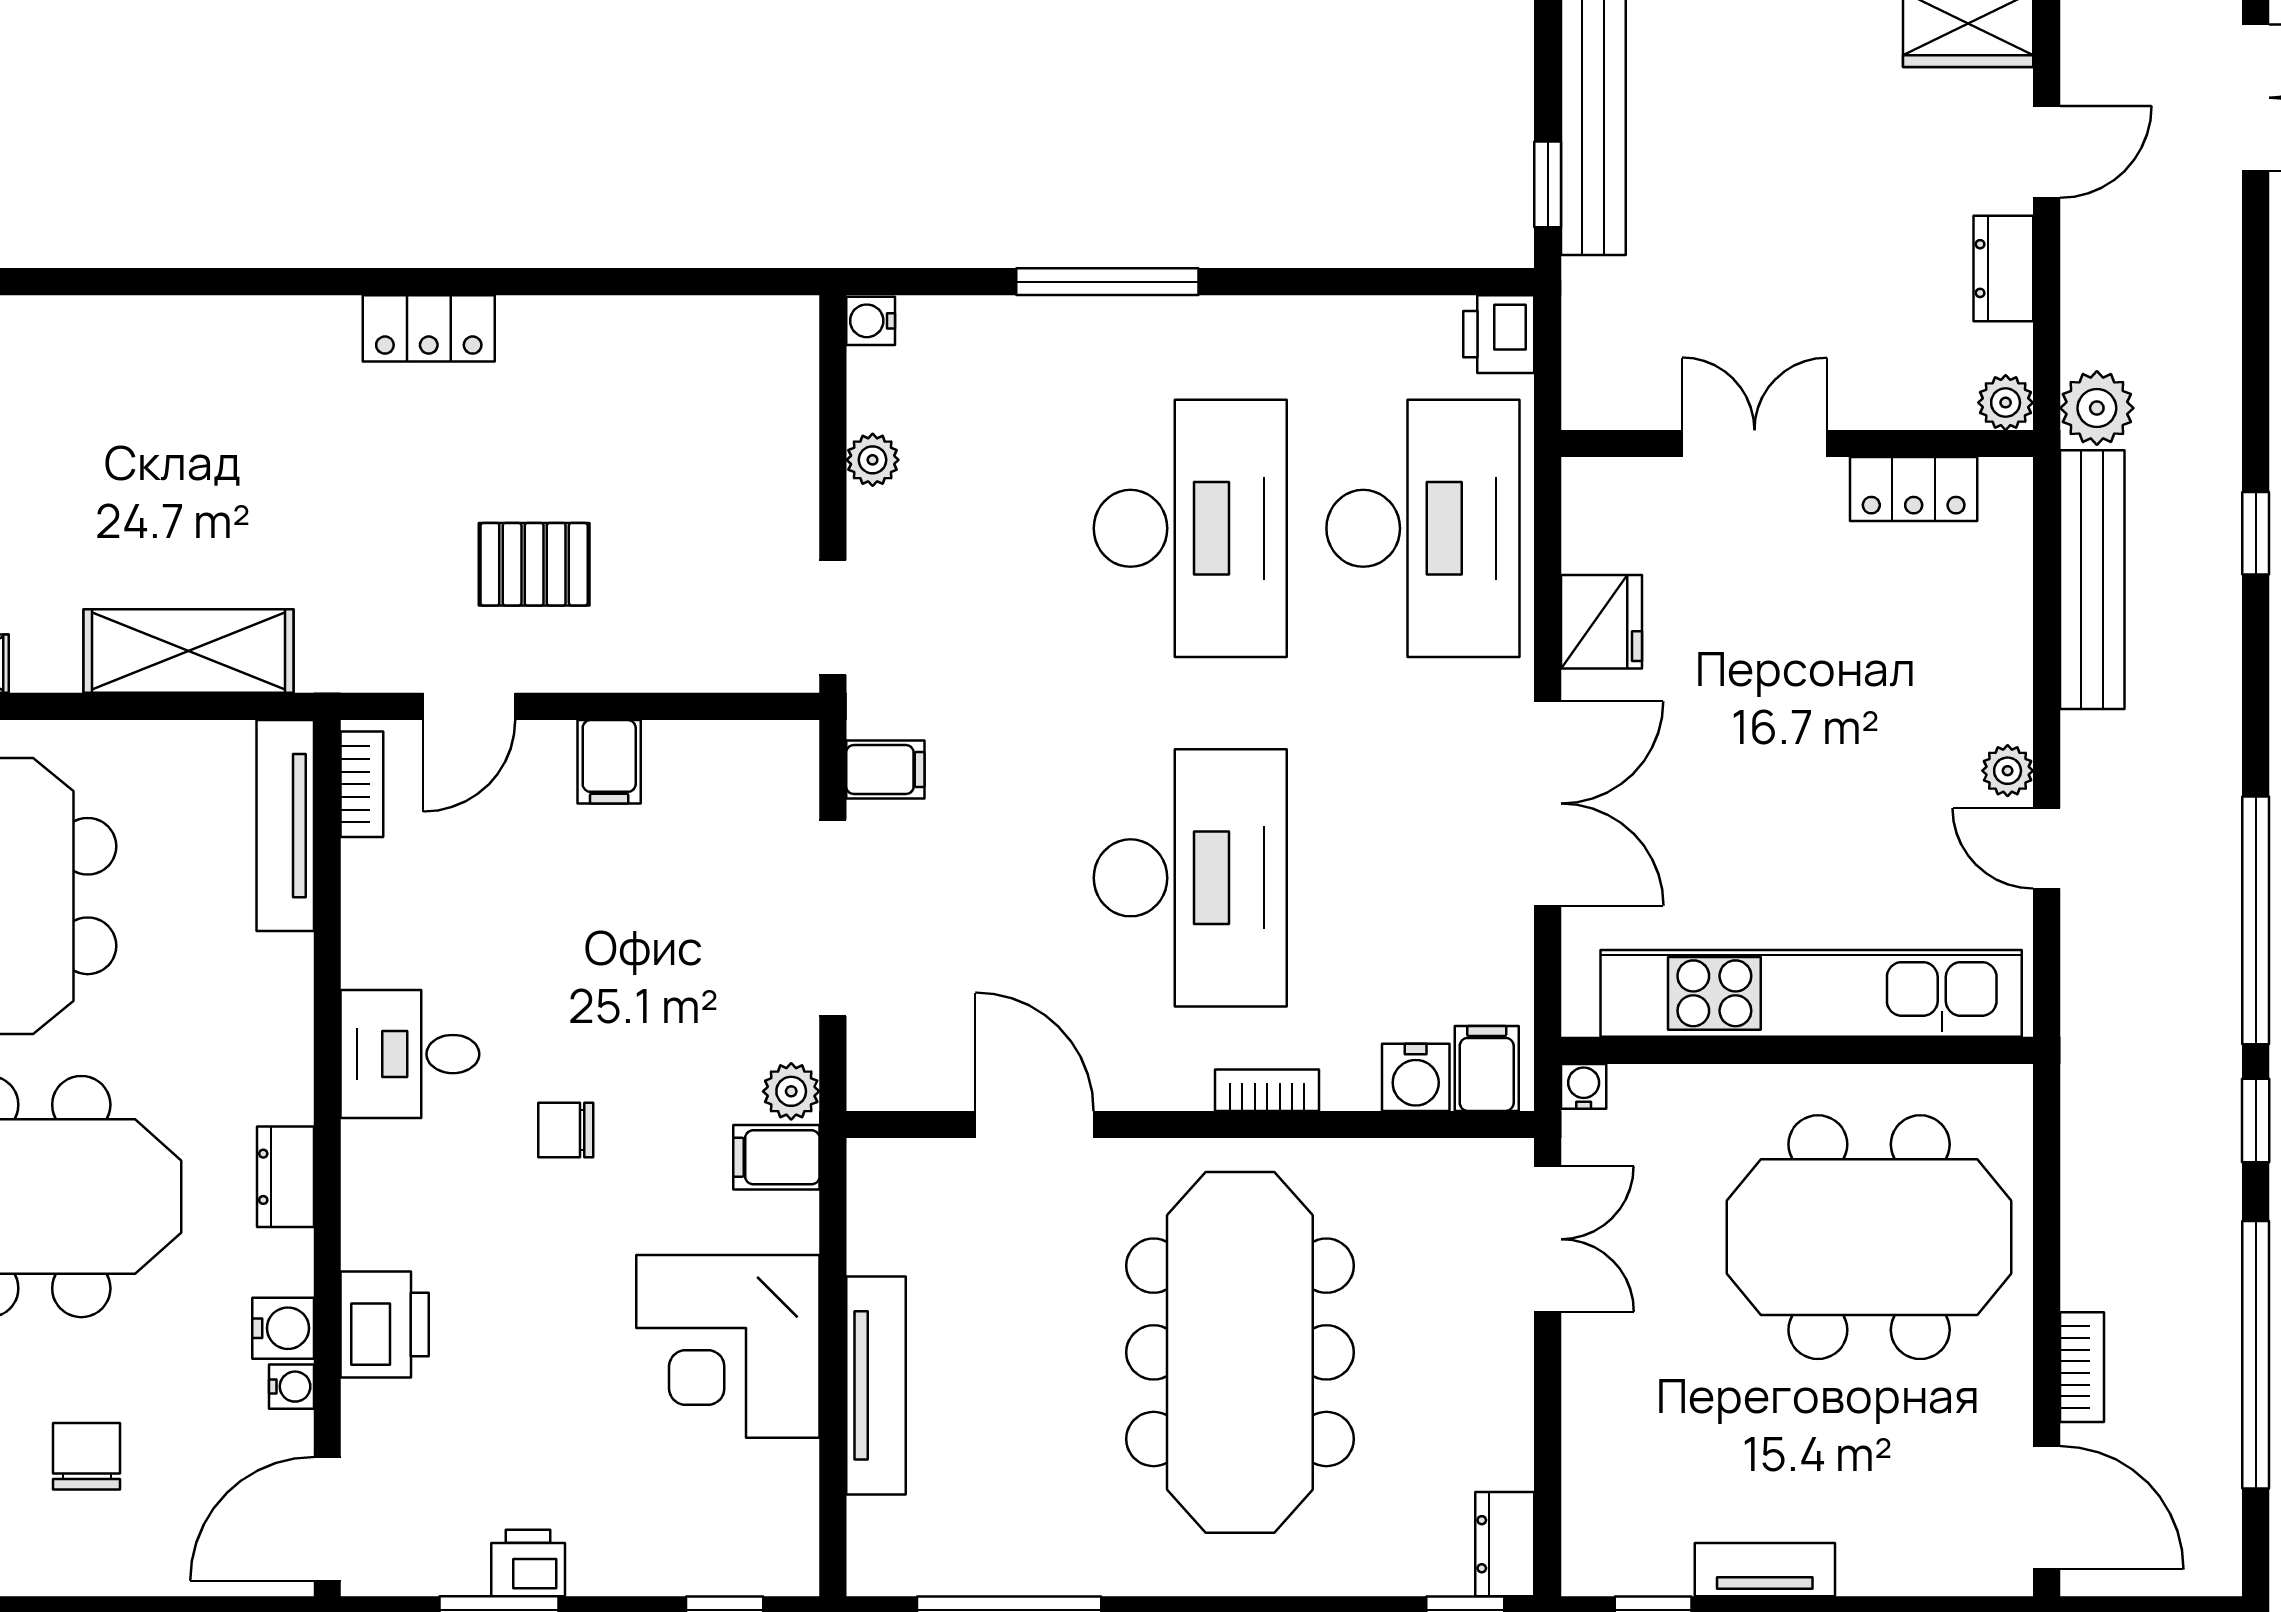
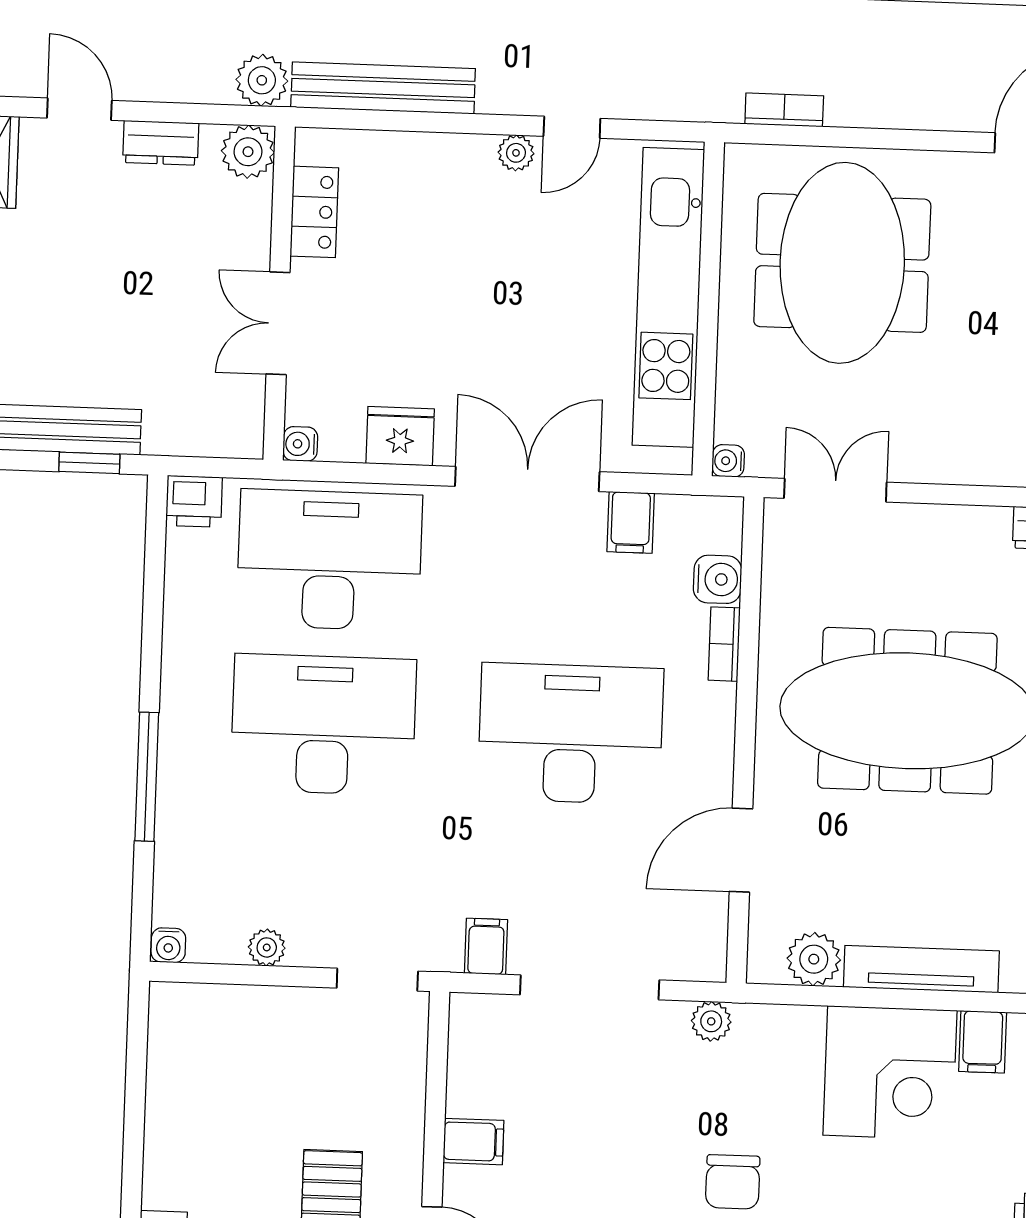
plant: (2006, 403) -> (248, 152), width x1.38, depth x1.38
water cooler: (1585, 481) -> (300, 444), added
filing cabinet: (1487, 1068) -> (631, 522), moved, turned -90
bookcase: (1267, 1090) -> (724, 644), moved
chair: (566, 1130) -> (733, 1182), width x1.37, depth x1.37
filing cabinet: (776, 1157) -> (983, 1042), moved
plant: (884, 1233) -> (814, 959), added
bookcase: (2082, 1367) -> (784, 110), moved

